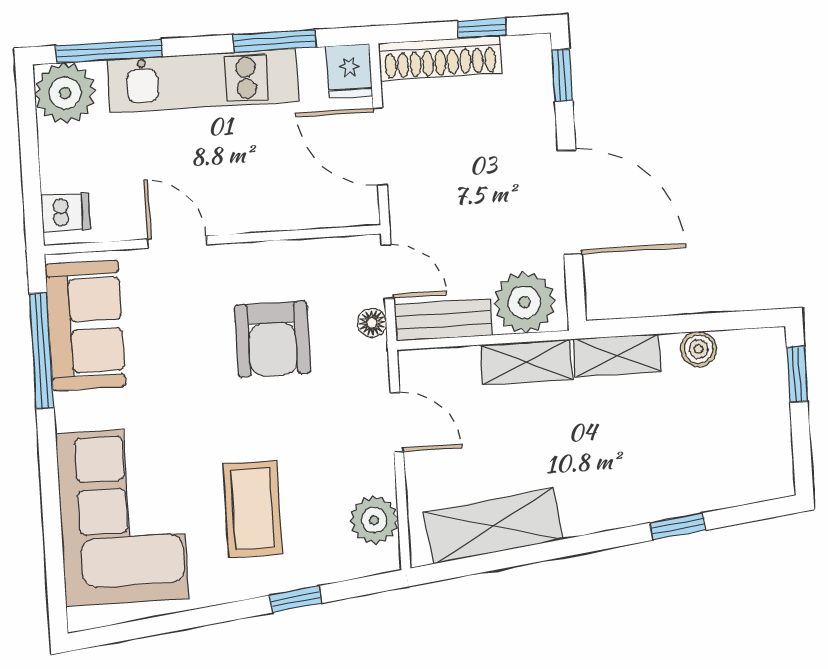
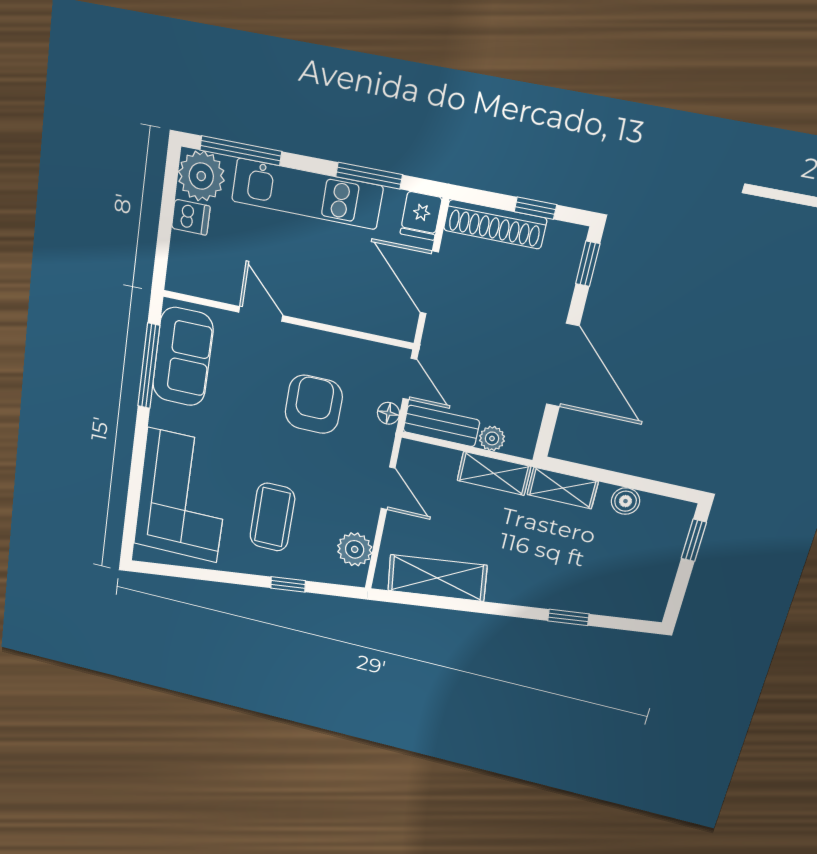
dishwasher: (66, 212) -> (191, 217), moved
plant: (525, 302) -> (492, 438), width x0.53, depth x0.53
armchair: (273, 339) -> (314, 404), turned 180

